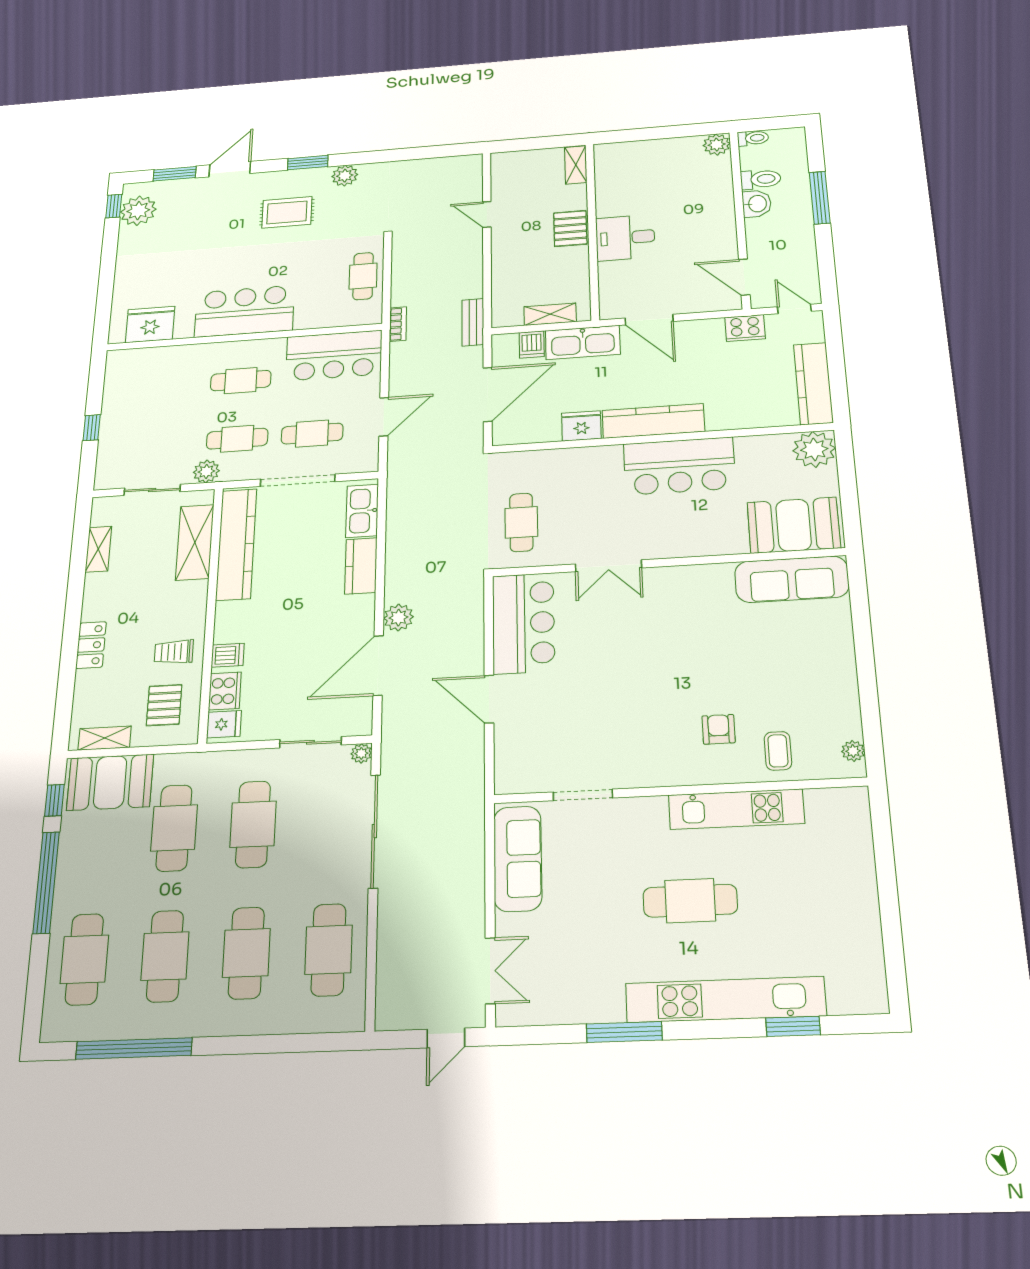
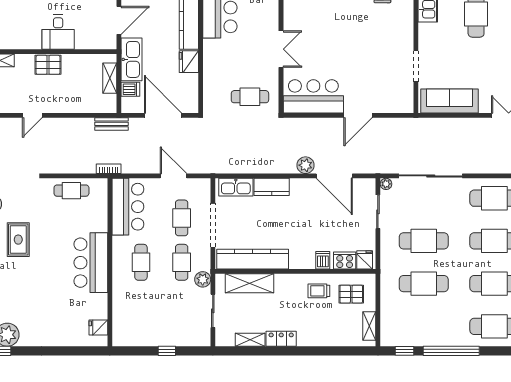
fridge: (150, 324) -> (98, 327), width x0.53, depth x0.75
locker: (91, 645) -> (281, 339), moved
trolley: (174, 652) -> (319, 291), turned 90
booth: (110, 782) -> (396, 321), removed

